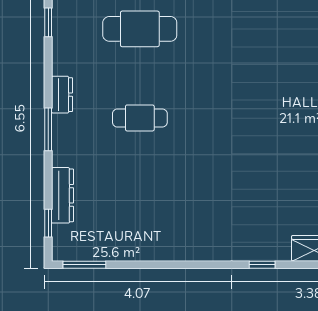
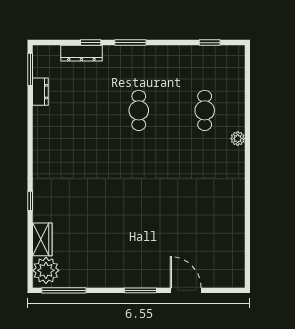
cafe table: (140, 29) -> (205, 110), width x0.73, depth x0.74
dresser: (62, 95) -> (40, 92), moved, turned -90
window: (48, 223) -> (91, 43), moved

